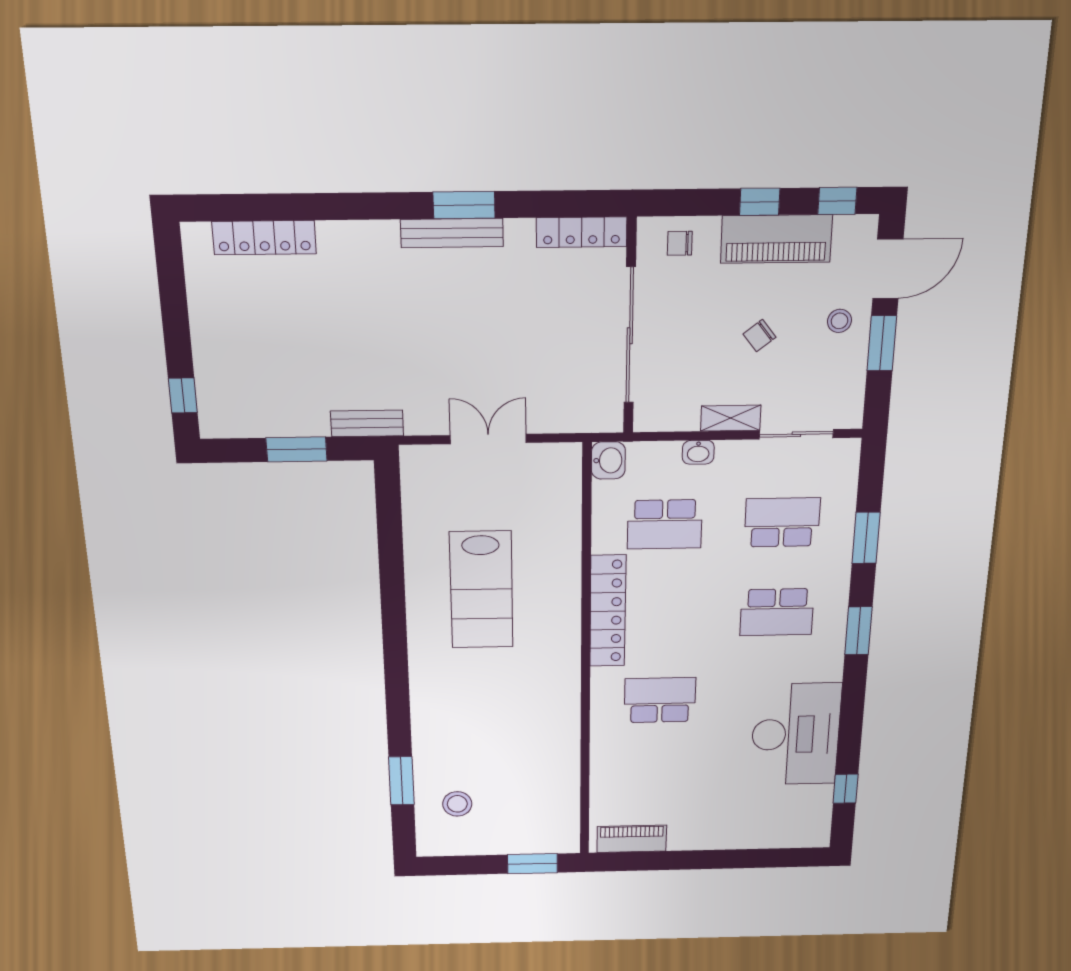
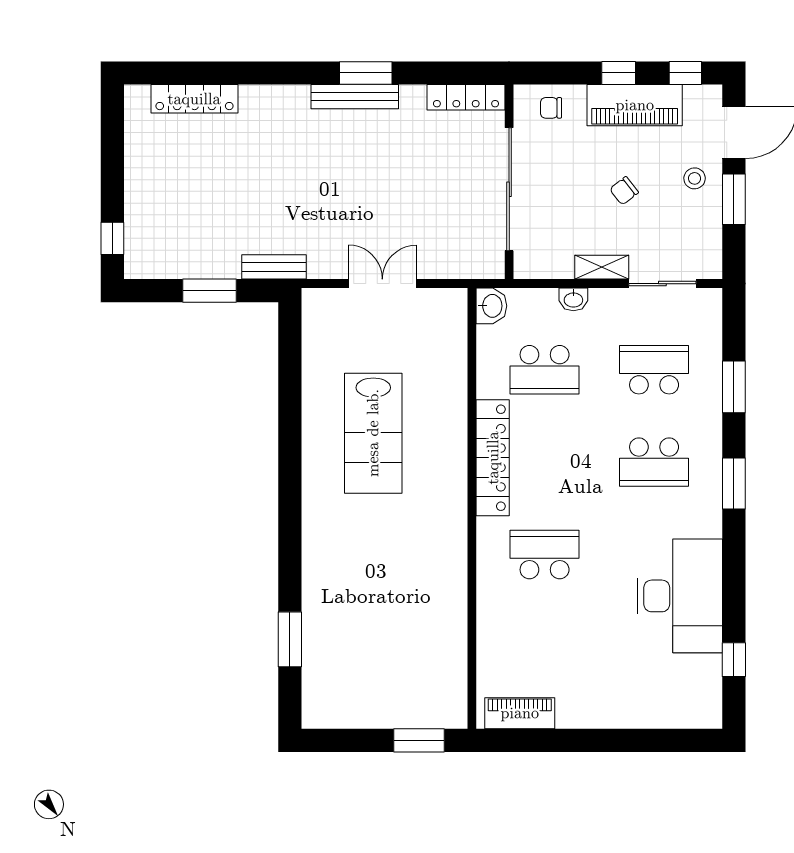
stool: (457, 804) -> (344, 667), removed

